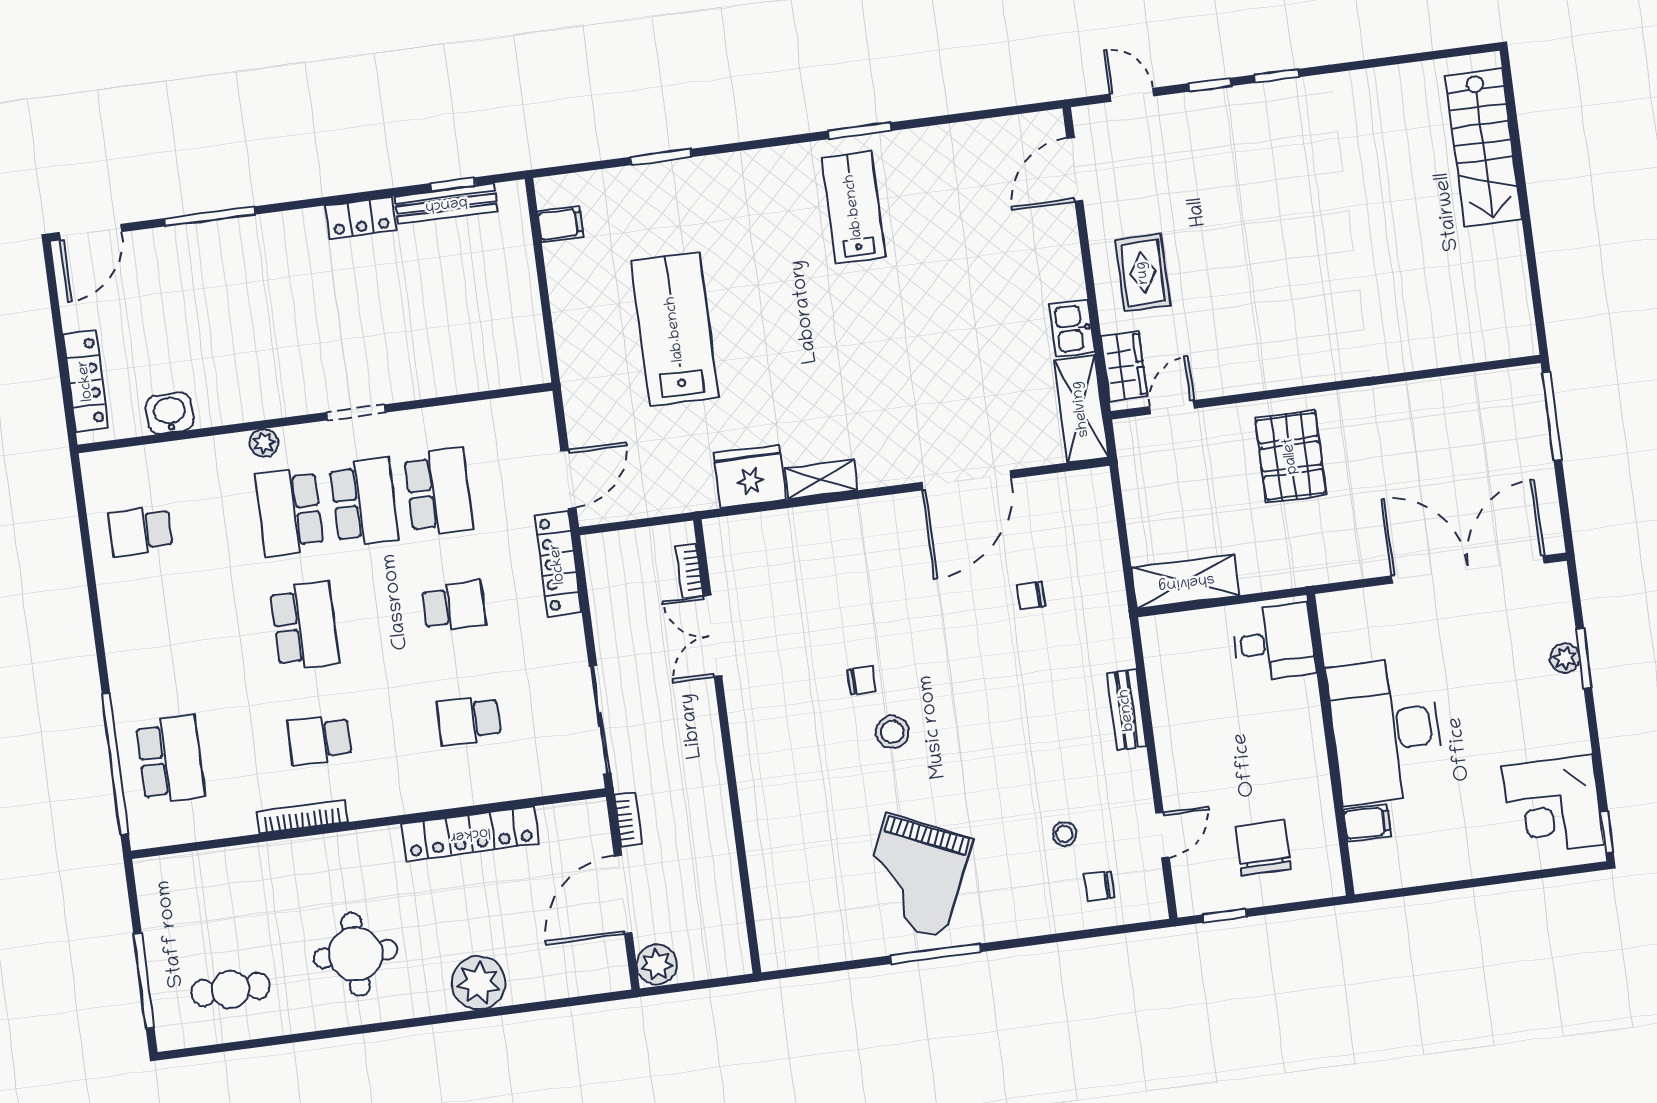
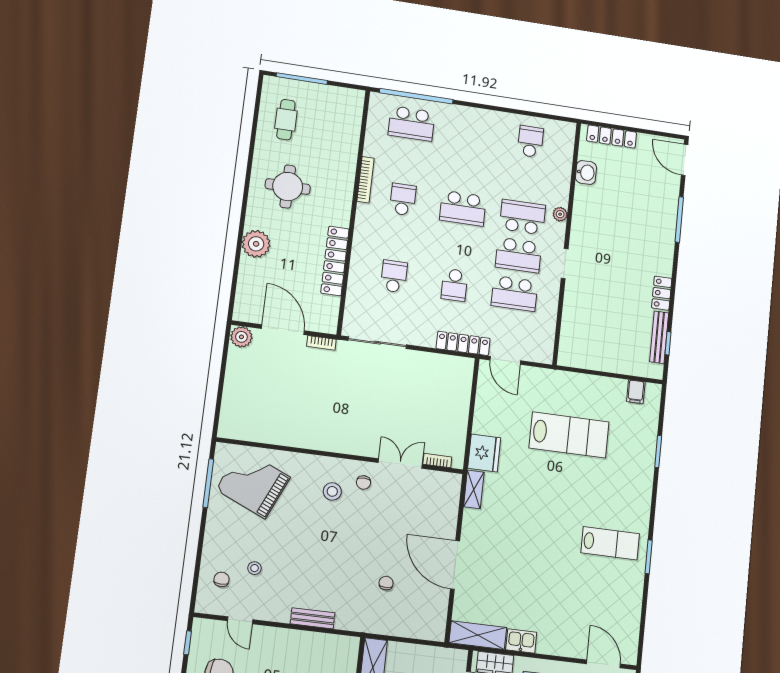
bookcase: (689, 571) -> (437, 461), moved
double door: (713, 636) -> (400, 464), moved
wall: (727, 746) -> (340, 456), moved

